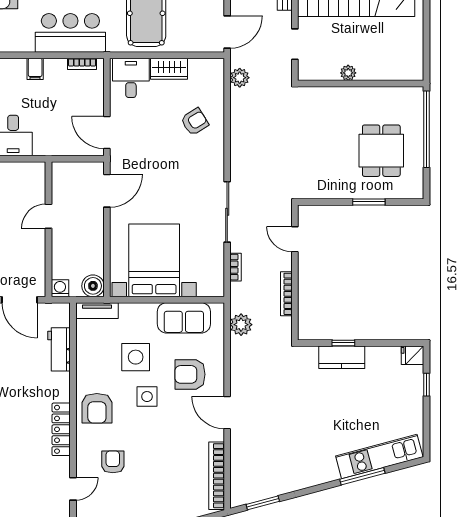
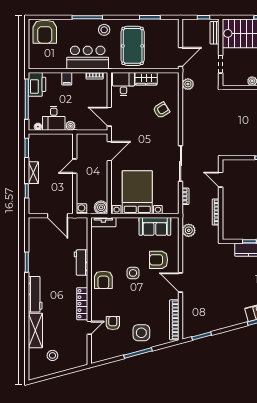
plant: (41, 148) -> (70, 126), added
workbench: (59, 349) -> (81, 263), moved
side table: (136, 357) -> (141, 333), moved
locker: (61, 429) -> (82, 304), moved
armchair: (113, 462) -> (113, 323), moved

